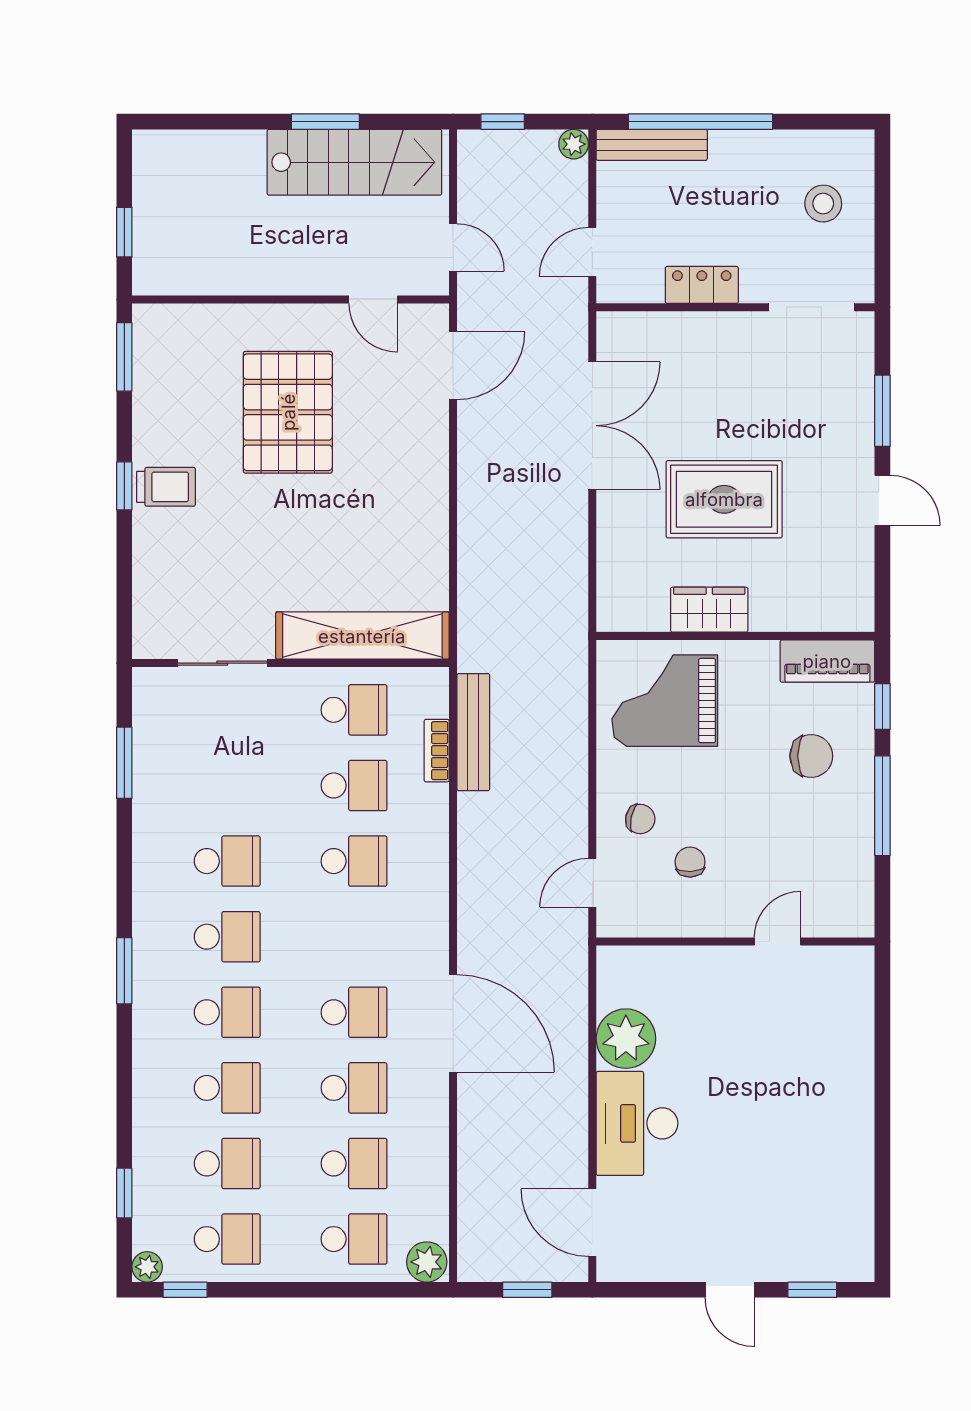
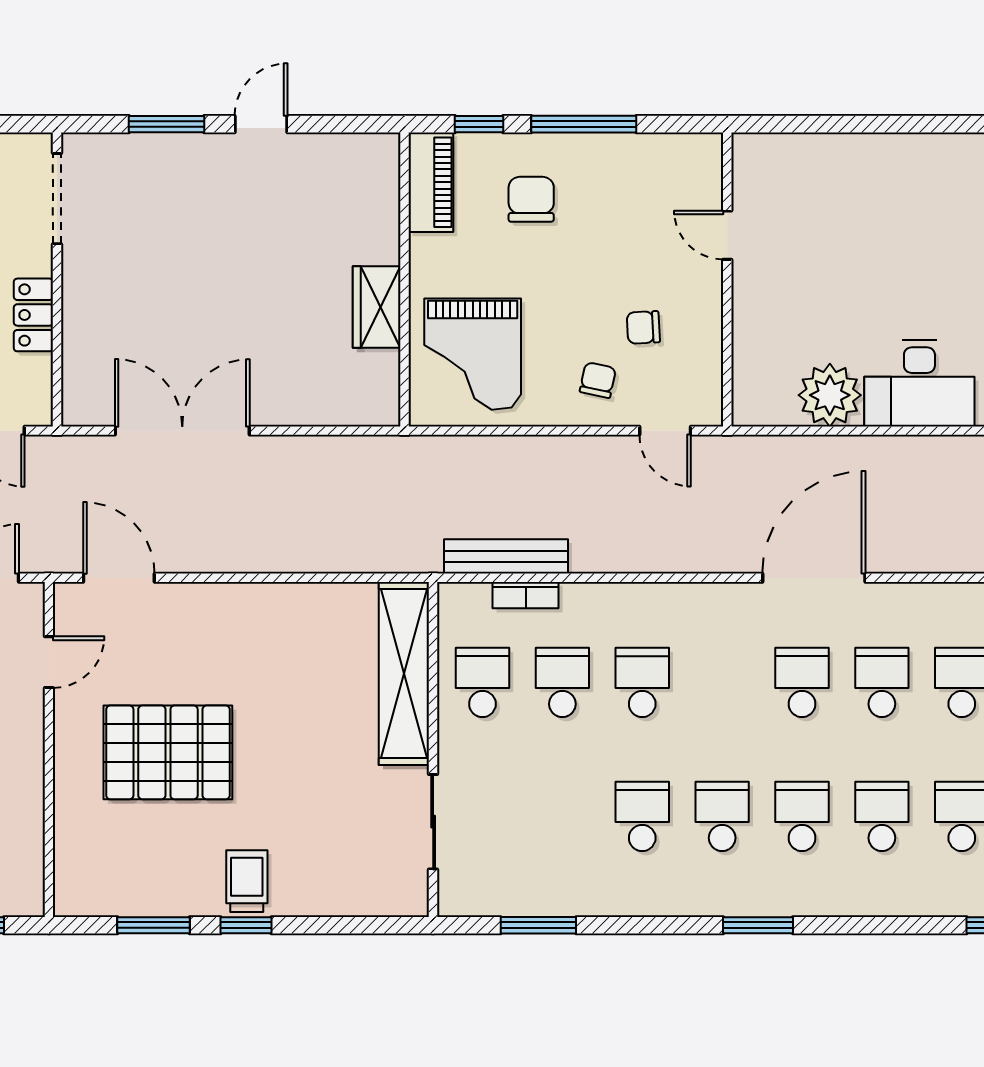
window: (124, 357) -> (154, 925), moved
rug: (724, 499) -> (260, 291), removed

